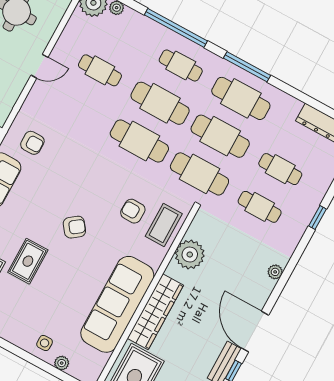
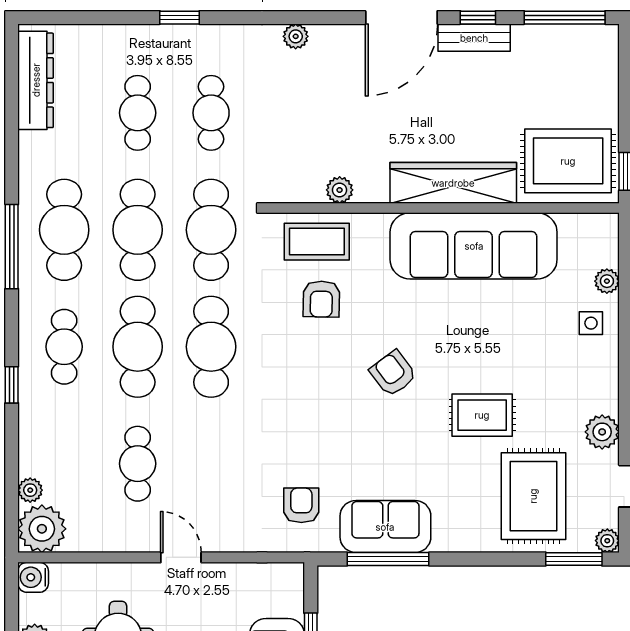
window: (176, 28) -> (12, 385), width x0.32
plant: (190, 255) -> (340, 190), width x0.53, depth x0.53

